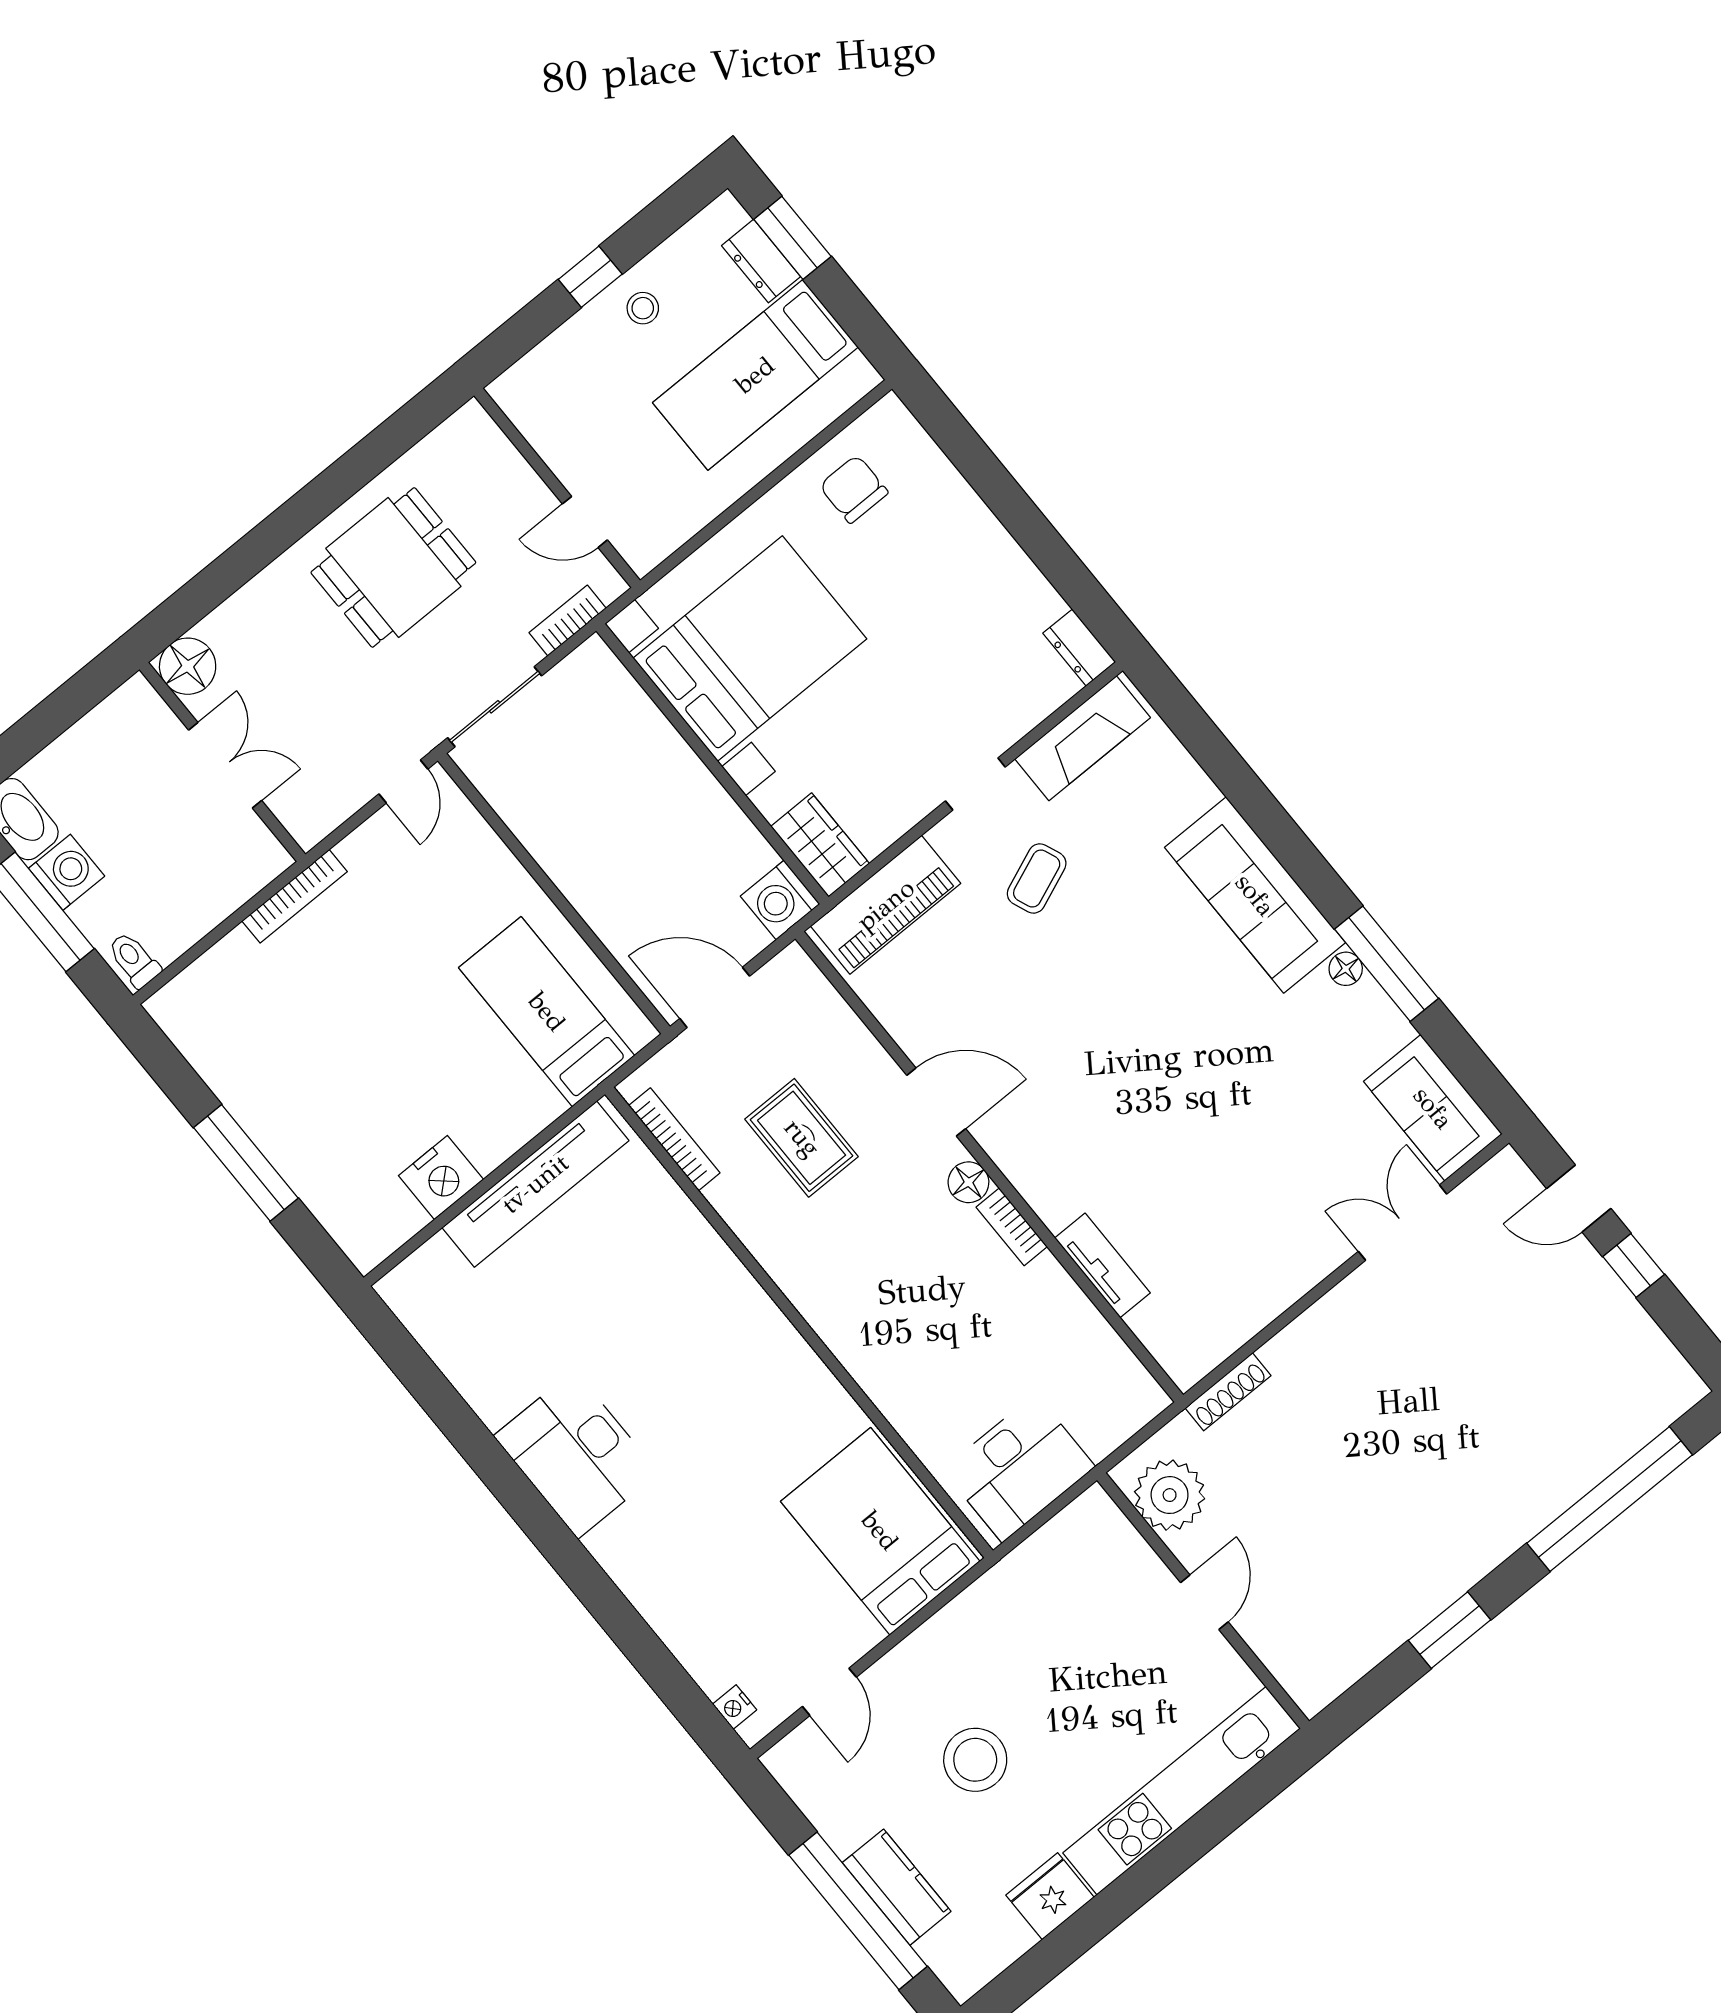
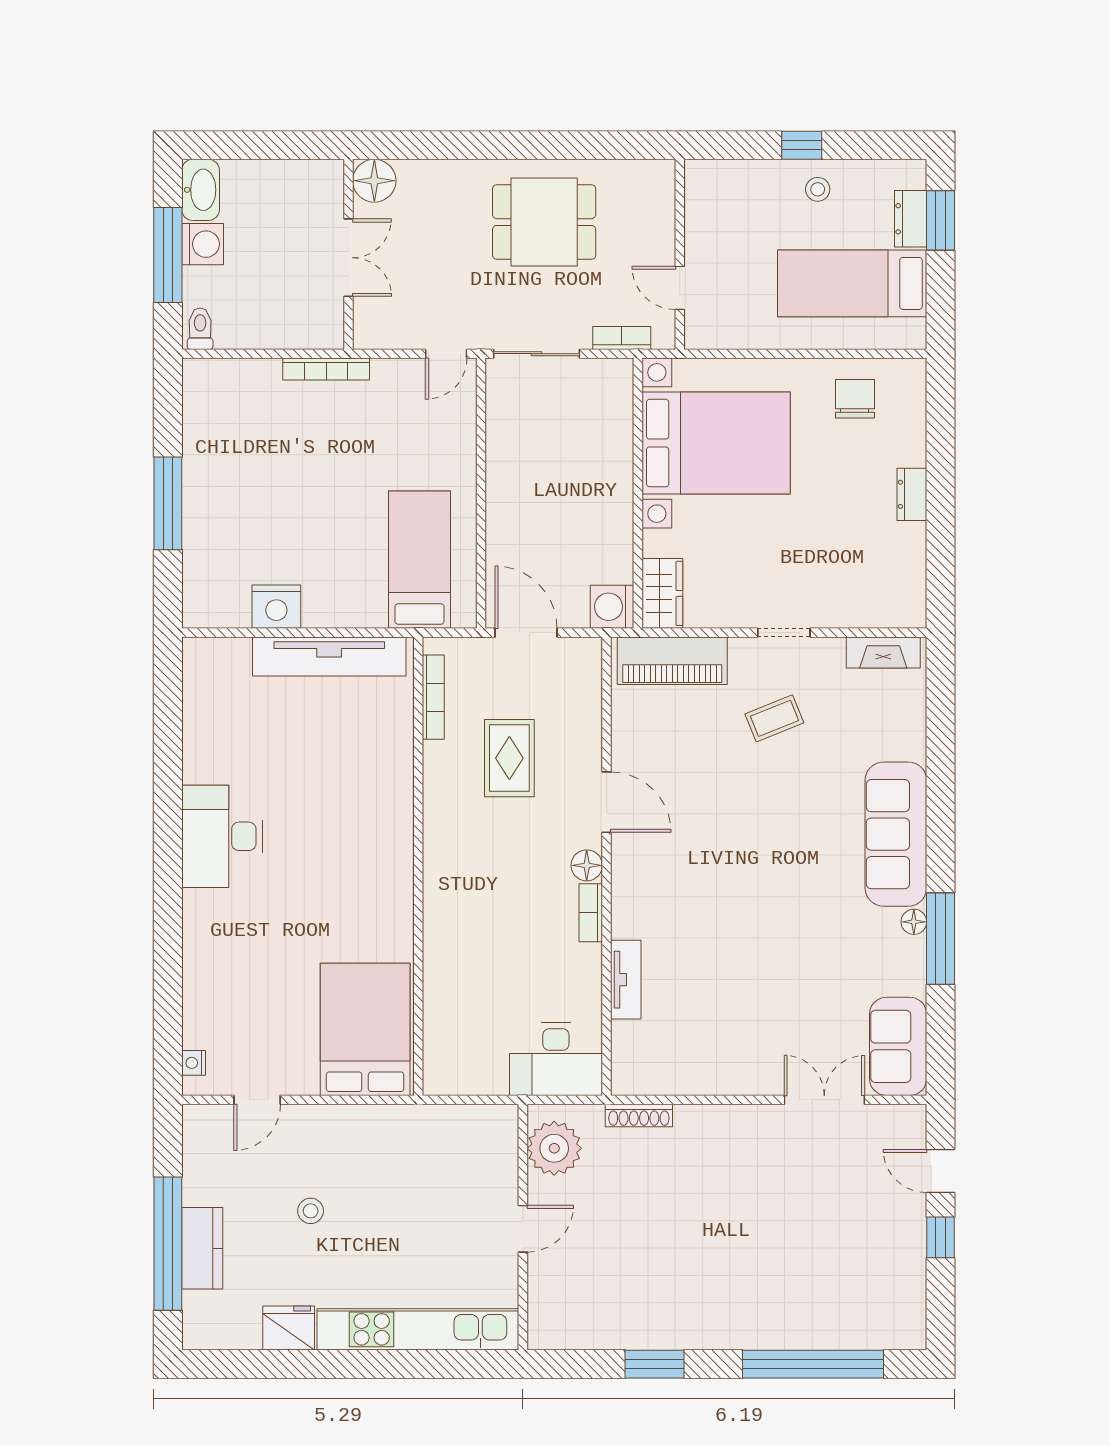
dresser: (1079, 648) -> (912, 494), moved
fireplace: (1083, 738) -> (883, 653), width x0.73, depth x0.76
desk: (1019, 1468) -> (556, 1059), moved
stool: (975, 1760) -> (311, 1211), width x0.53, depth x0.53

